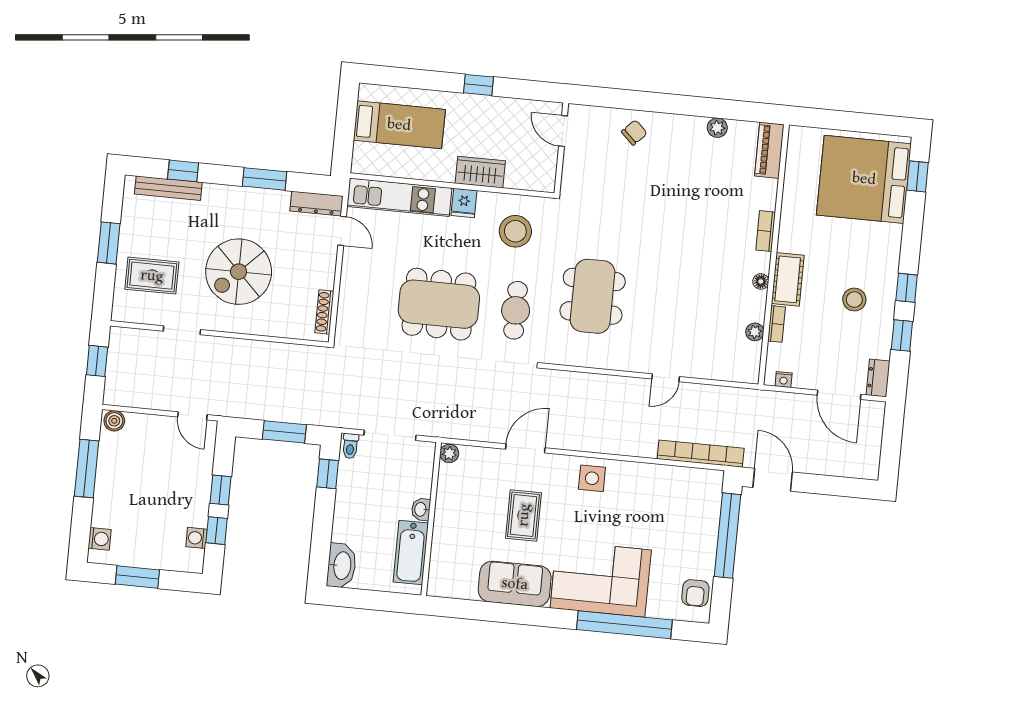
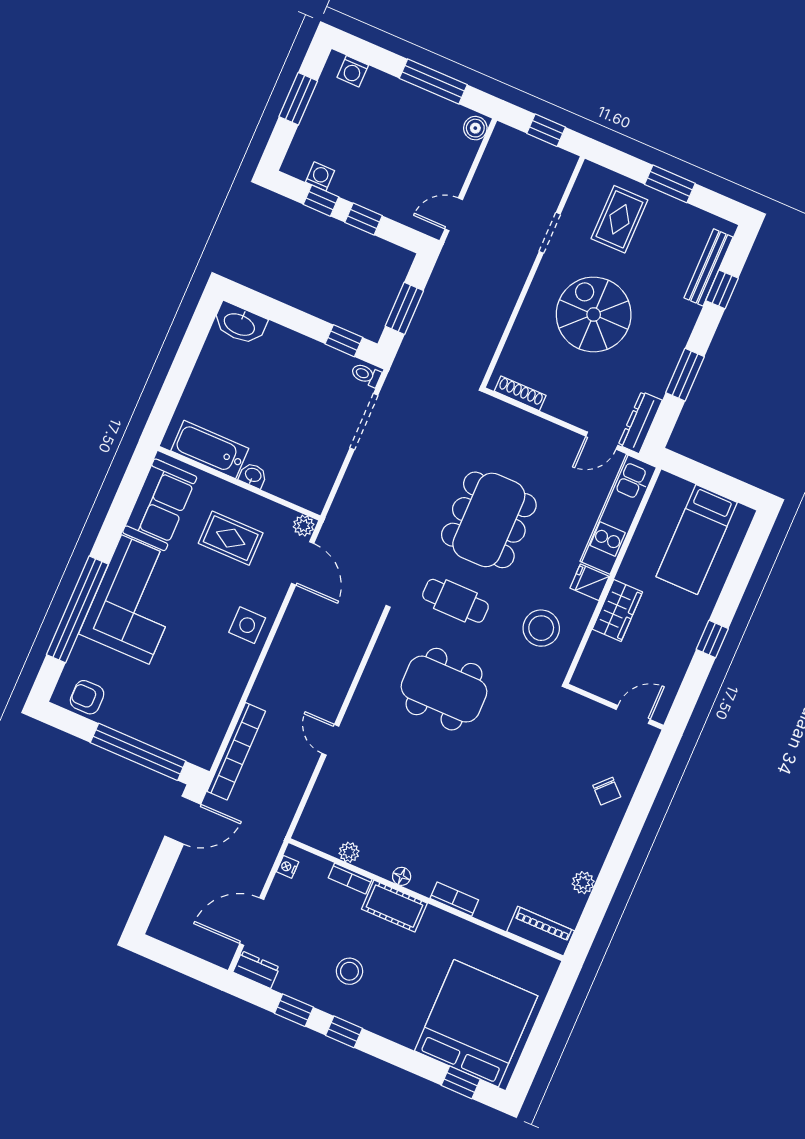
plant: (449, 453) -> (304, 526), moved
washbasin: (421, 509) -> (253, 475), moved
wall: (431, 519) -> (239, 483), moved
bathtub: (411, 552) -> (210, 450), moved

